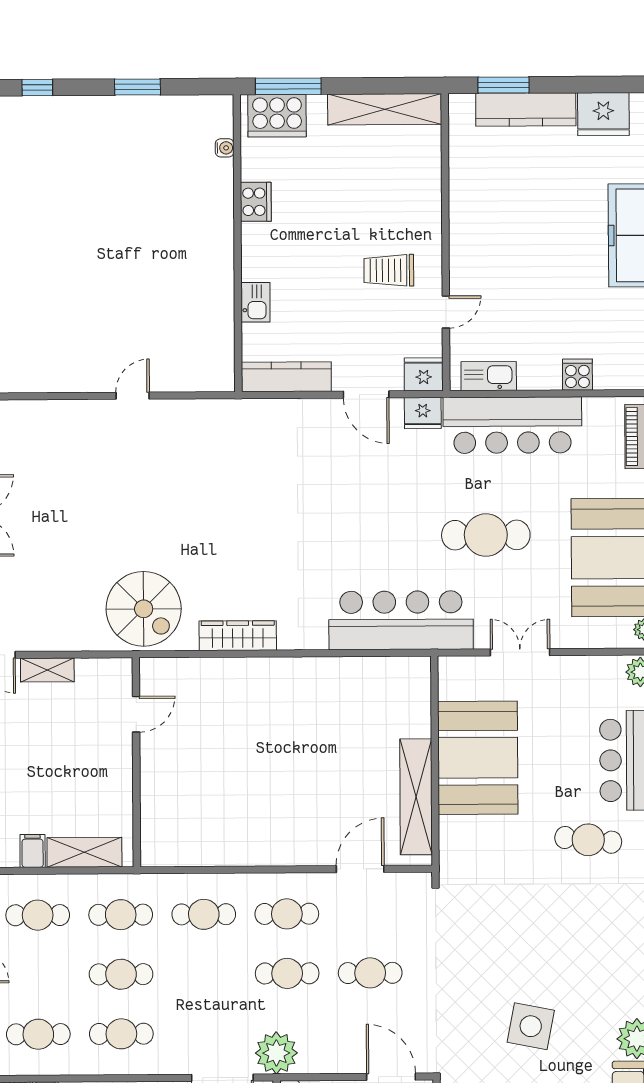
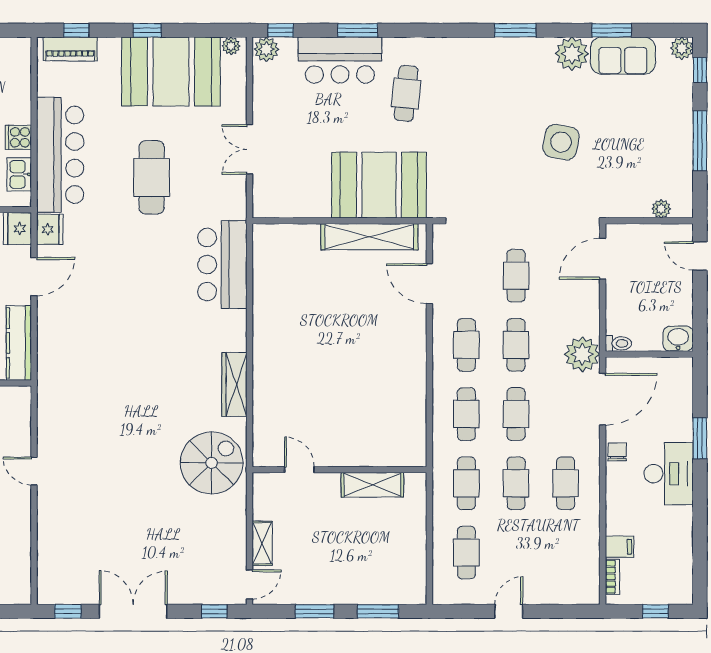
cooker: (577, 375) -> (18, 137), moved
kitchen sink: (489, 376) -> (19, 174), width x0.73
bar counter: (401, 620) -> (222, 265), width x0.73
booth: (478, 758) -> (379, 185), moved
filing cabinet: (33, 851) -> (413, 556), removed
shelving: (84, 852) -> (372, 485), moved, turned 90
cafe table: (38, 1034) -> (516, 414), moved

